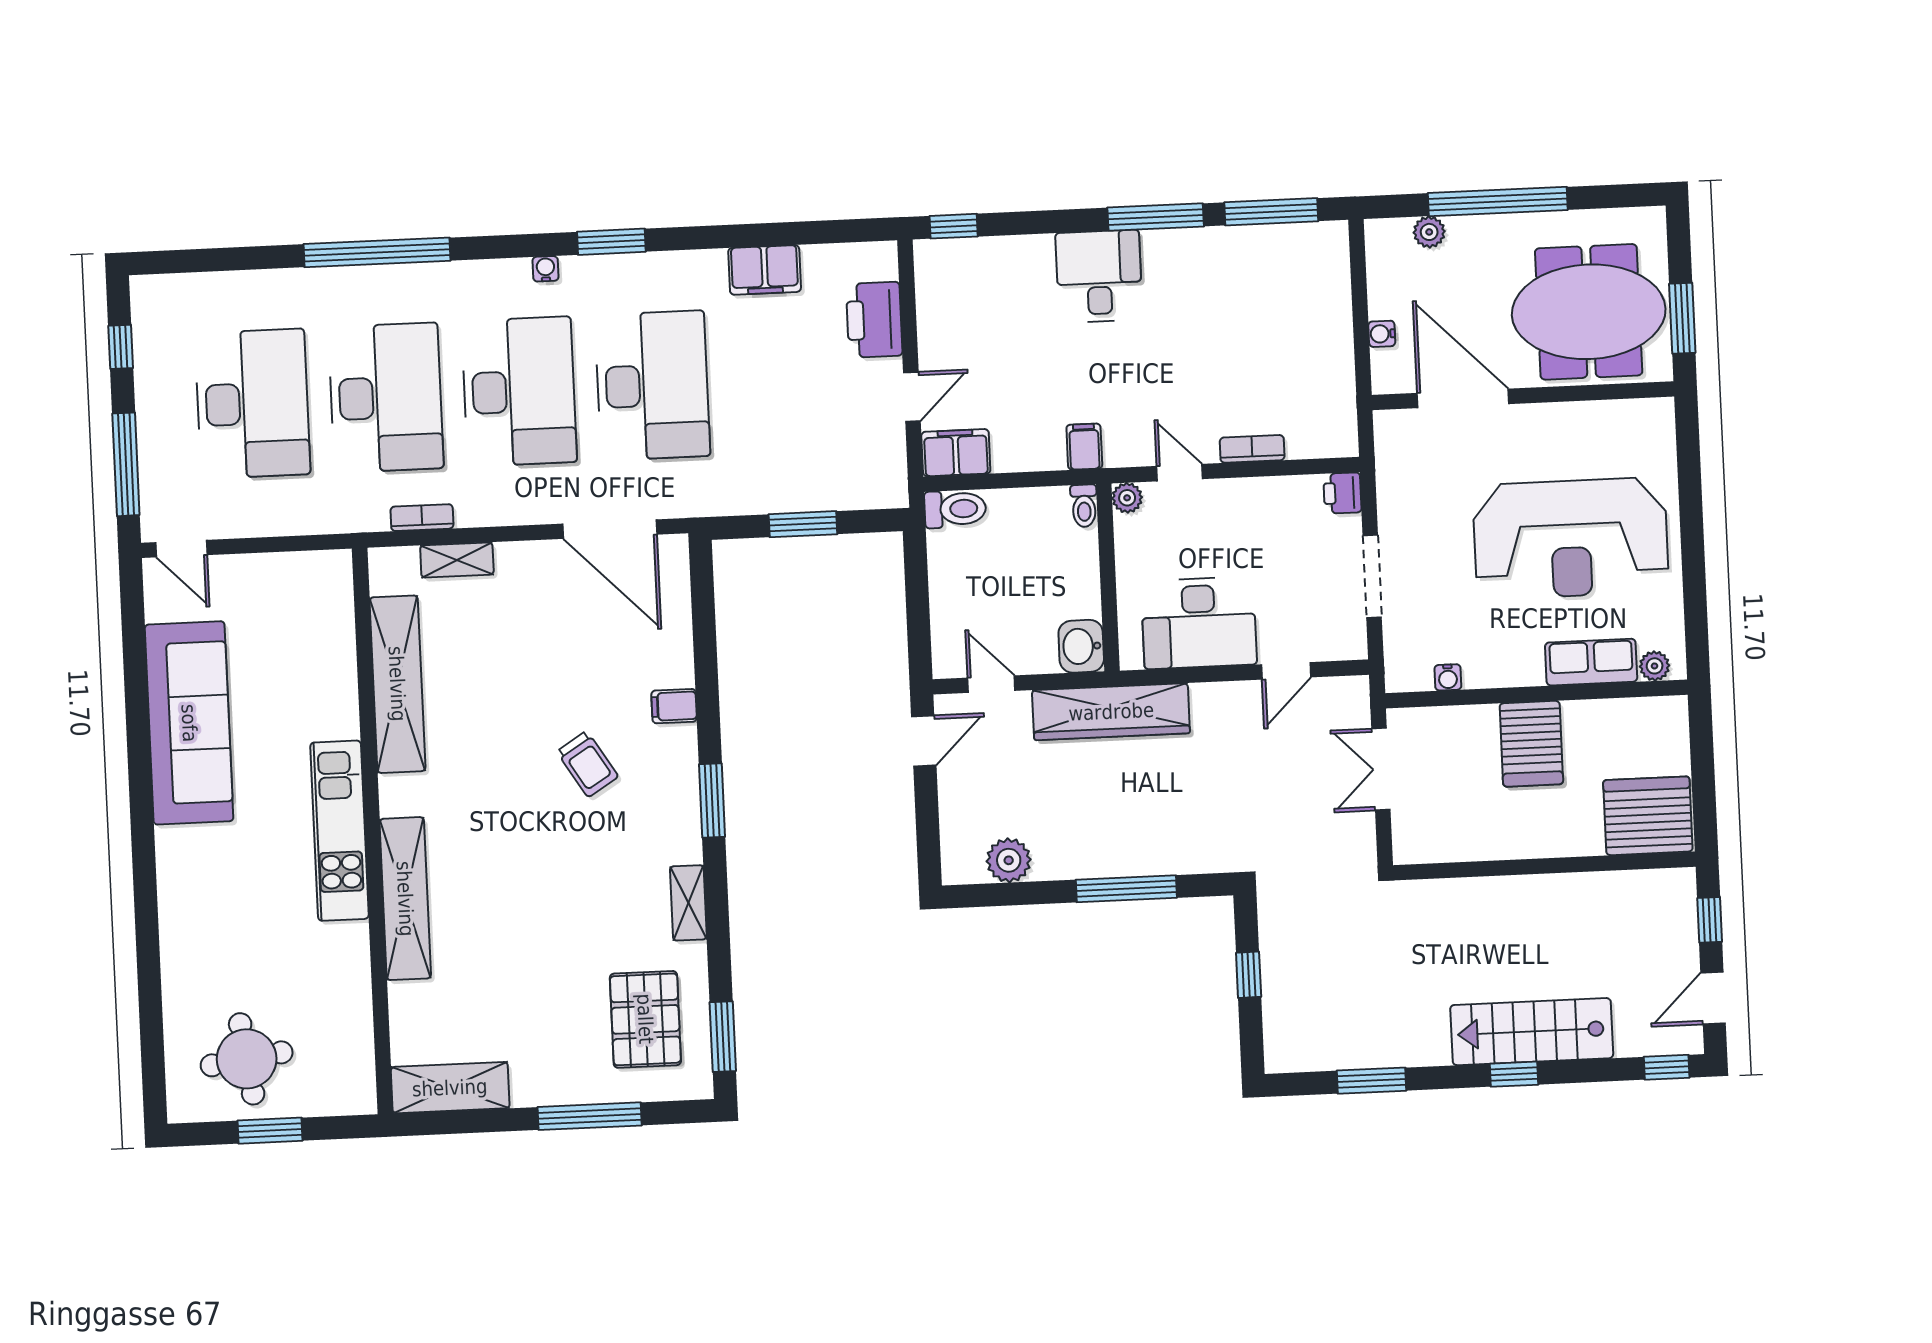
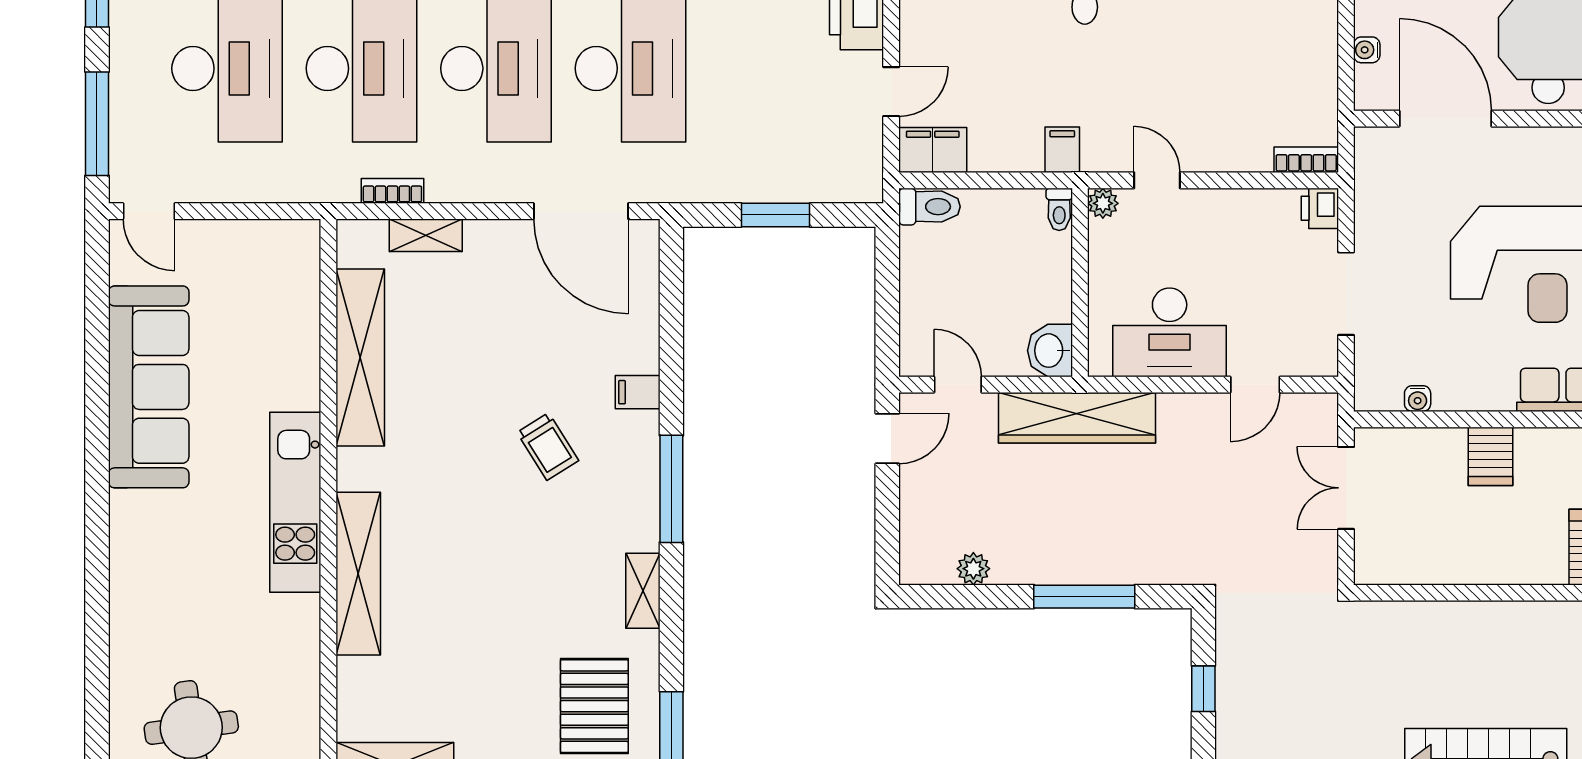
bookcase: (1252, 449) -> (1306, 160), moved
server rack: (1531, 744) -> (1491, 456), width x0.73, depth x0.70
window: (712, 800) -> (671, 489), width x1.44
plant: (1009, 860) -> (973, 569), width x0.73, depth x0.73

